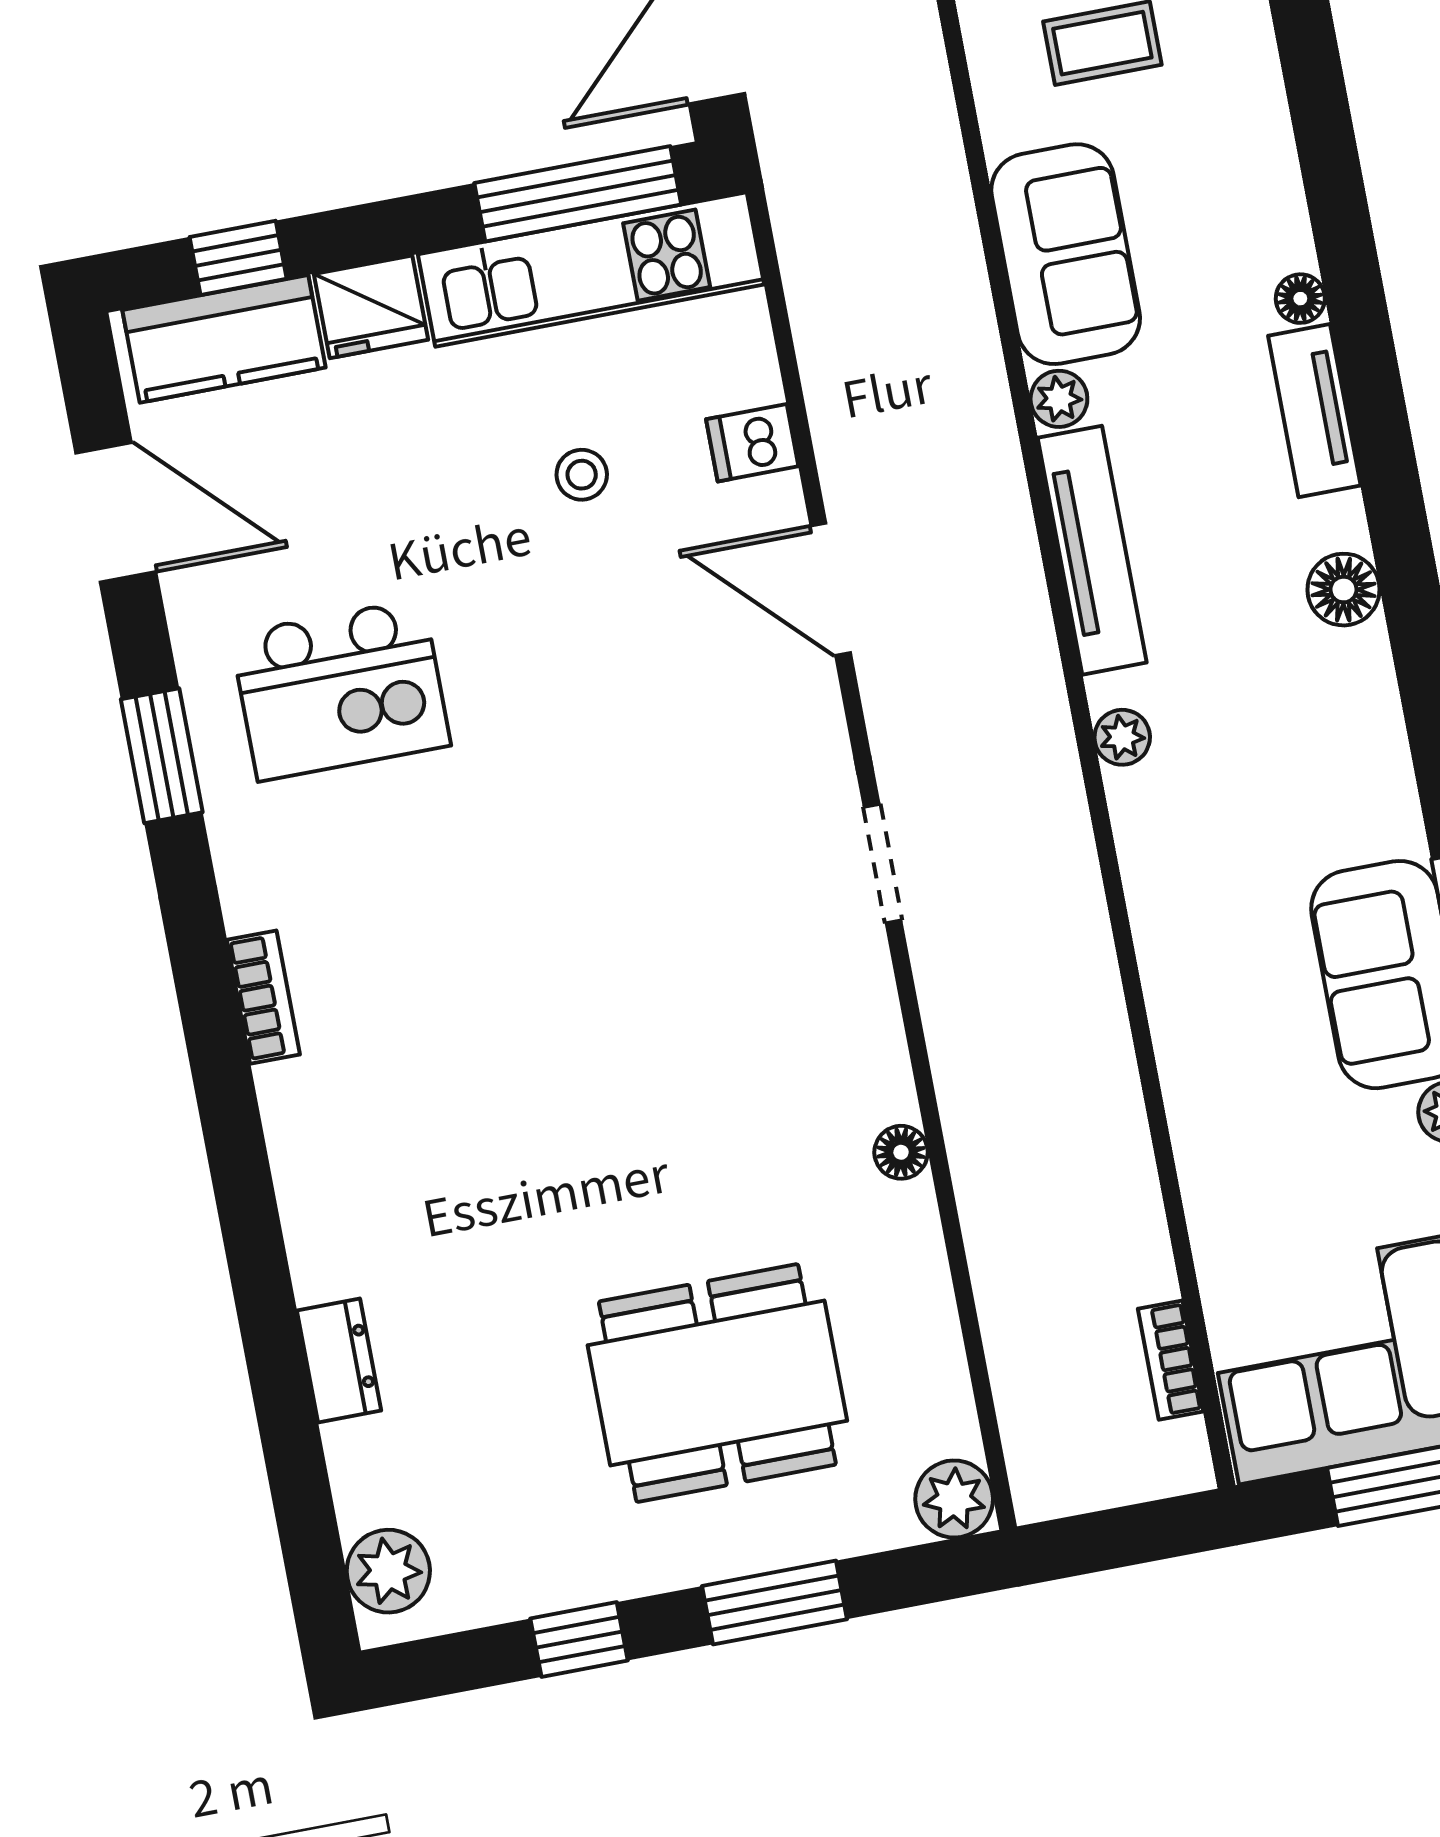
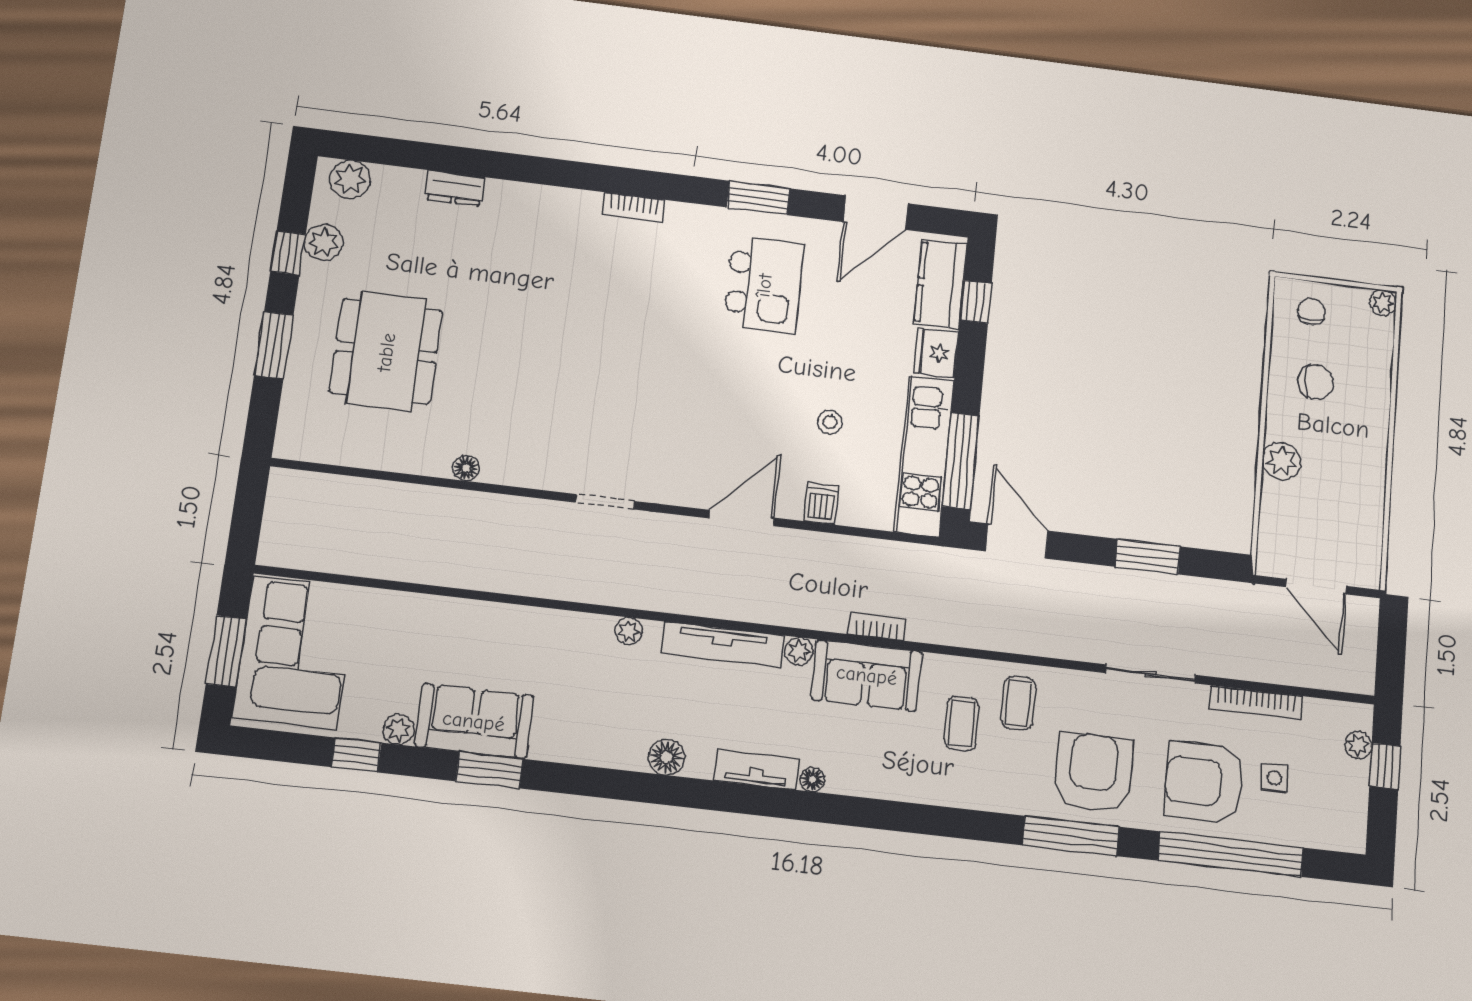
kitchen island: (340, 690) -> (764, 285), turned 180
bookcase: (1171, 1360) -> (877, 627), moved
plant: (954, 1499) -> (324, 242), moved

